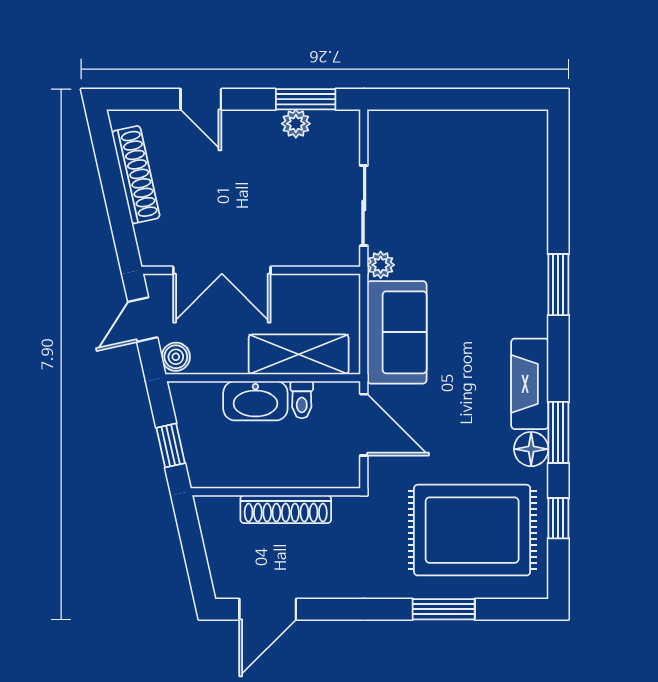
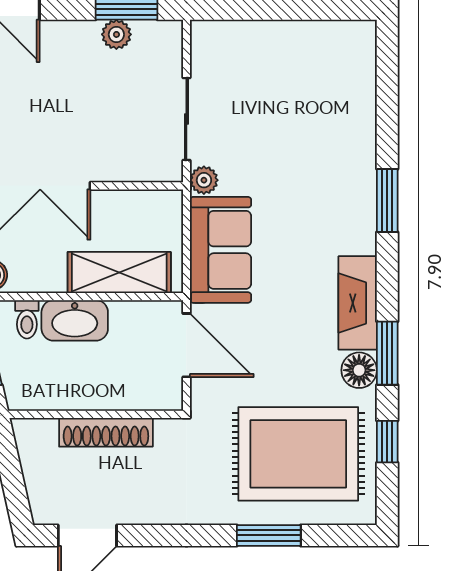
toilet: (302, 400) -> (27, 319), moved

